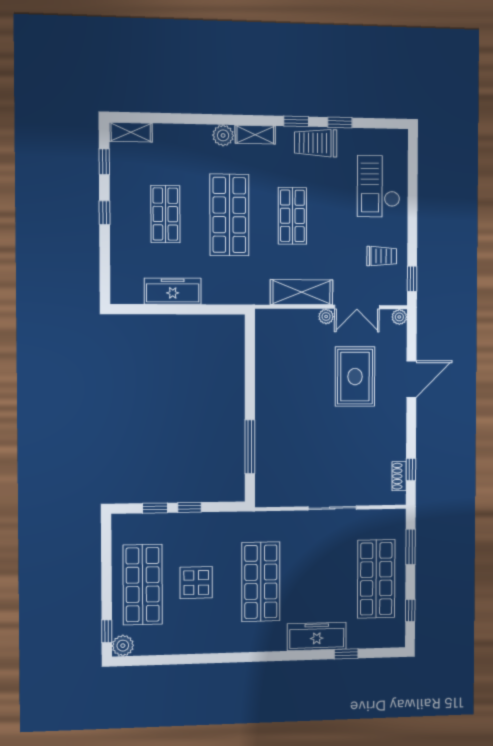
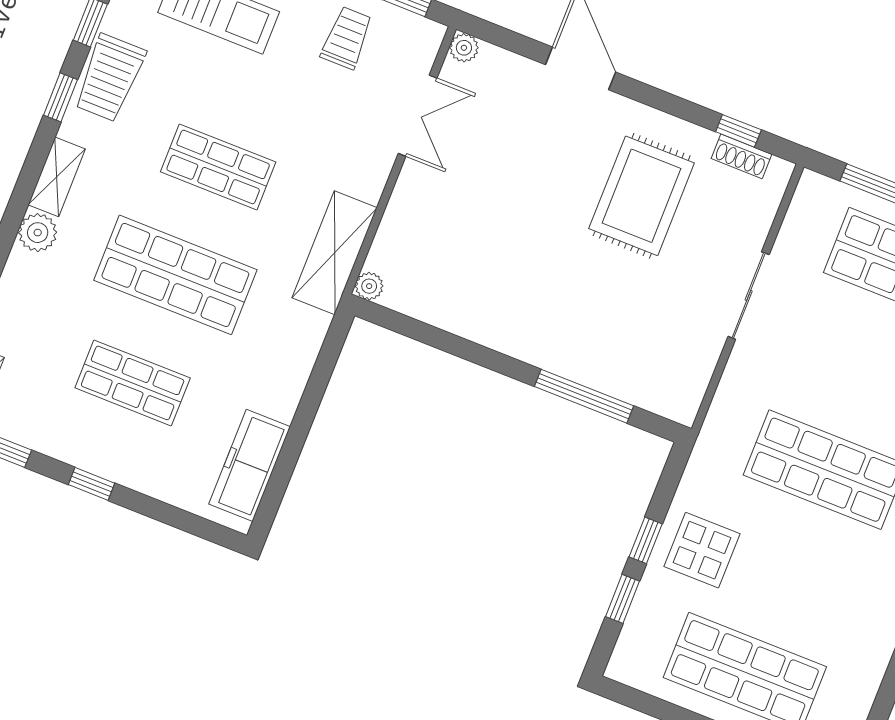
freezer: (173, 291) -> (250, 465), moved
shelving: (302, 292) -> (335, 253), moved
plant: (326, 316) -> (369, 286), moved
rug: (355, 377) -> (642, 196), moved, turned 90
display table: (196, 583) -> (702, 550), moved

